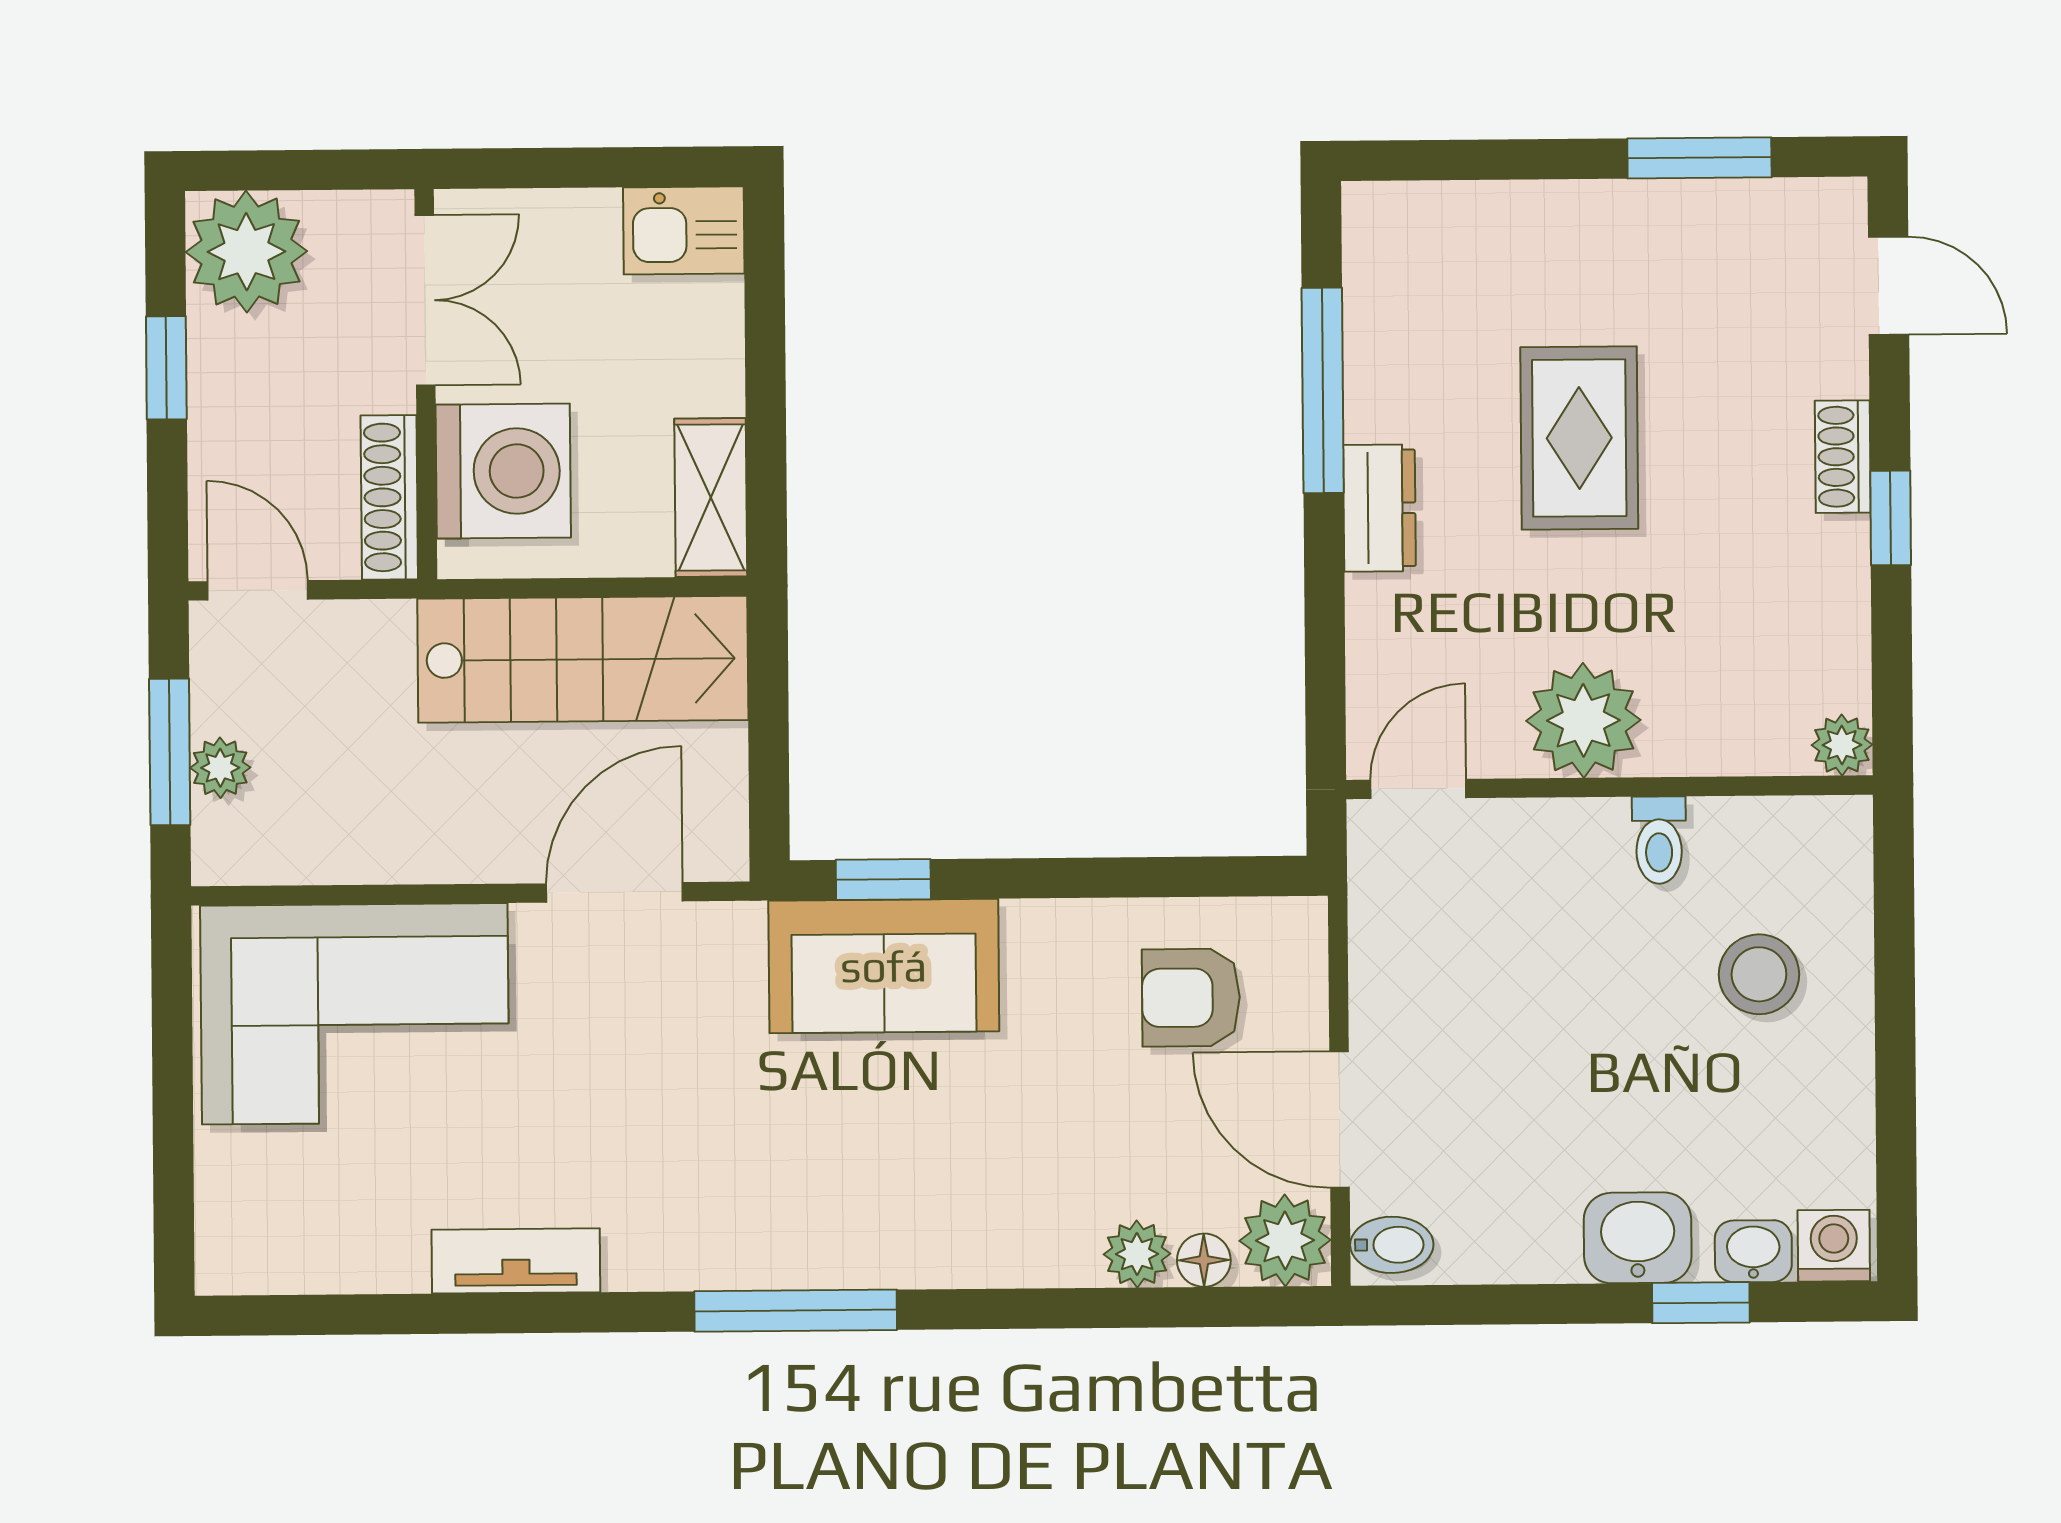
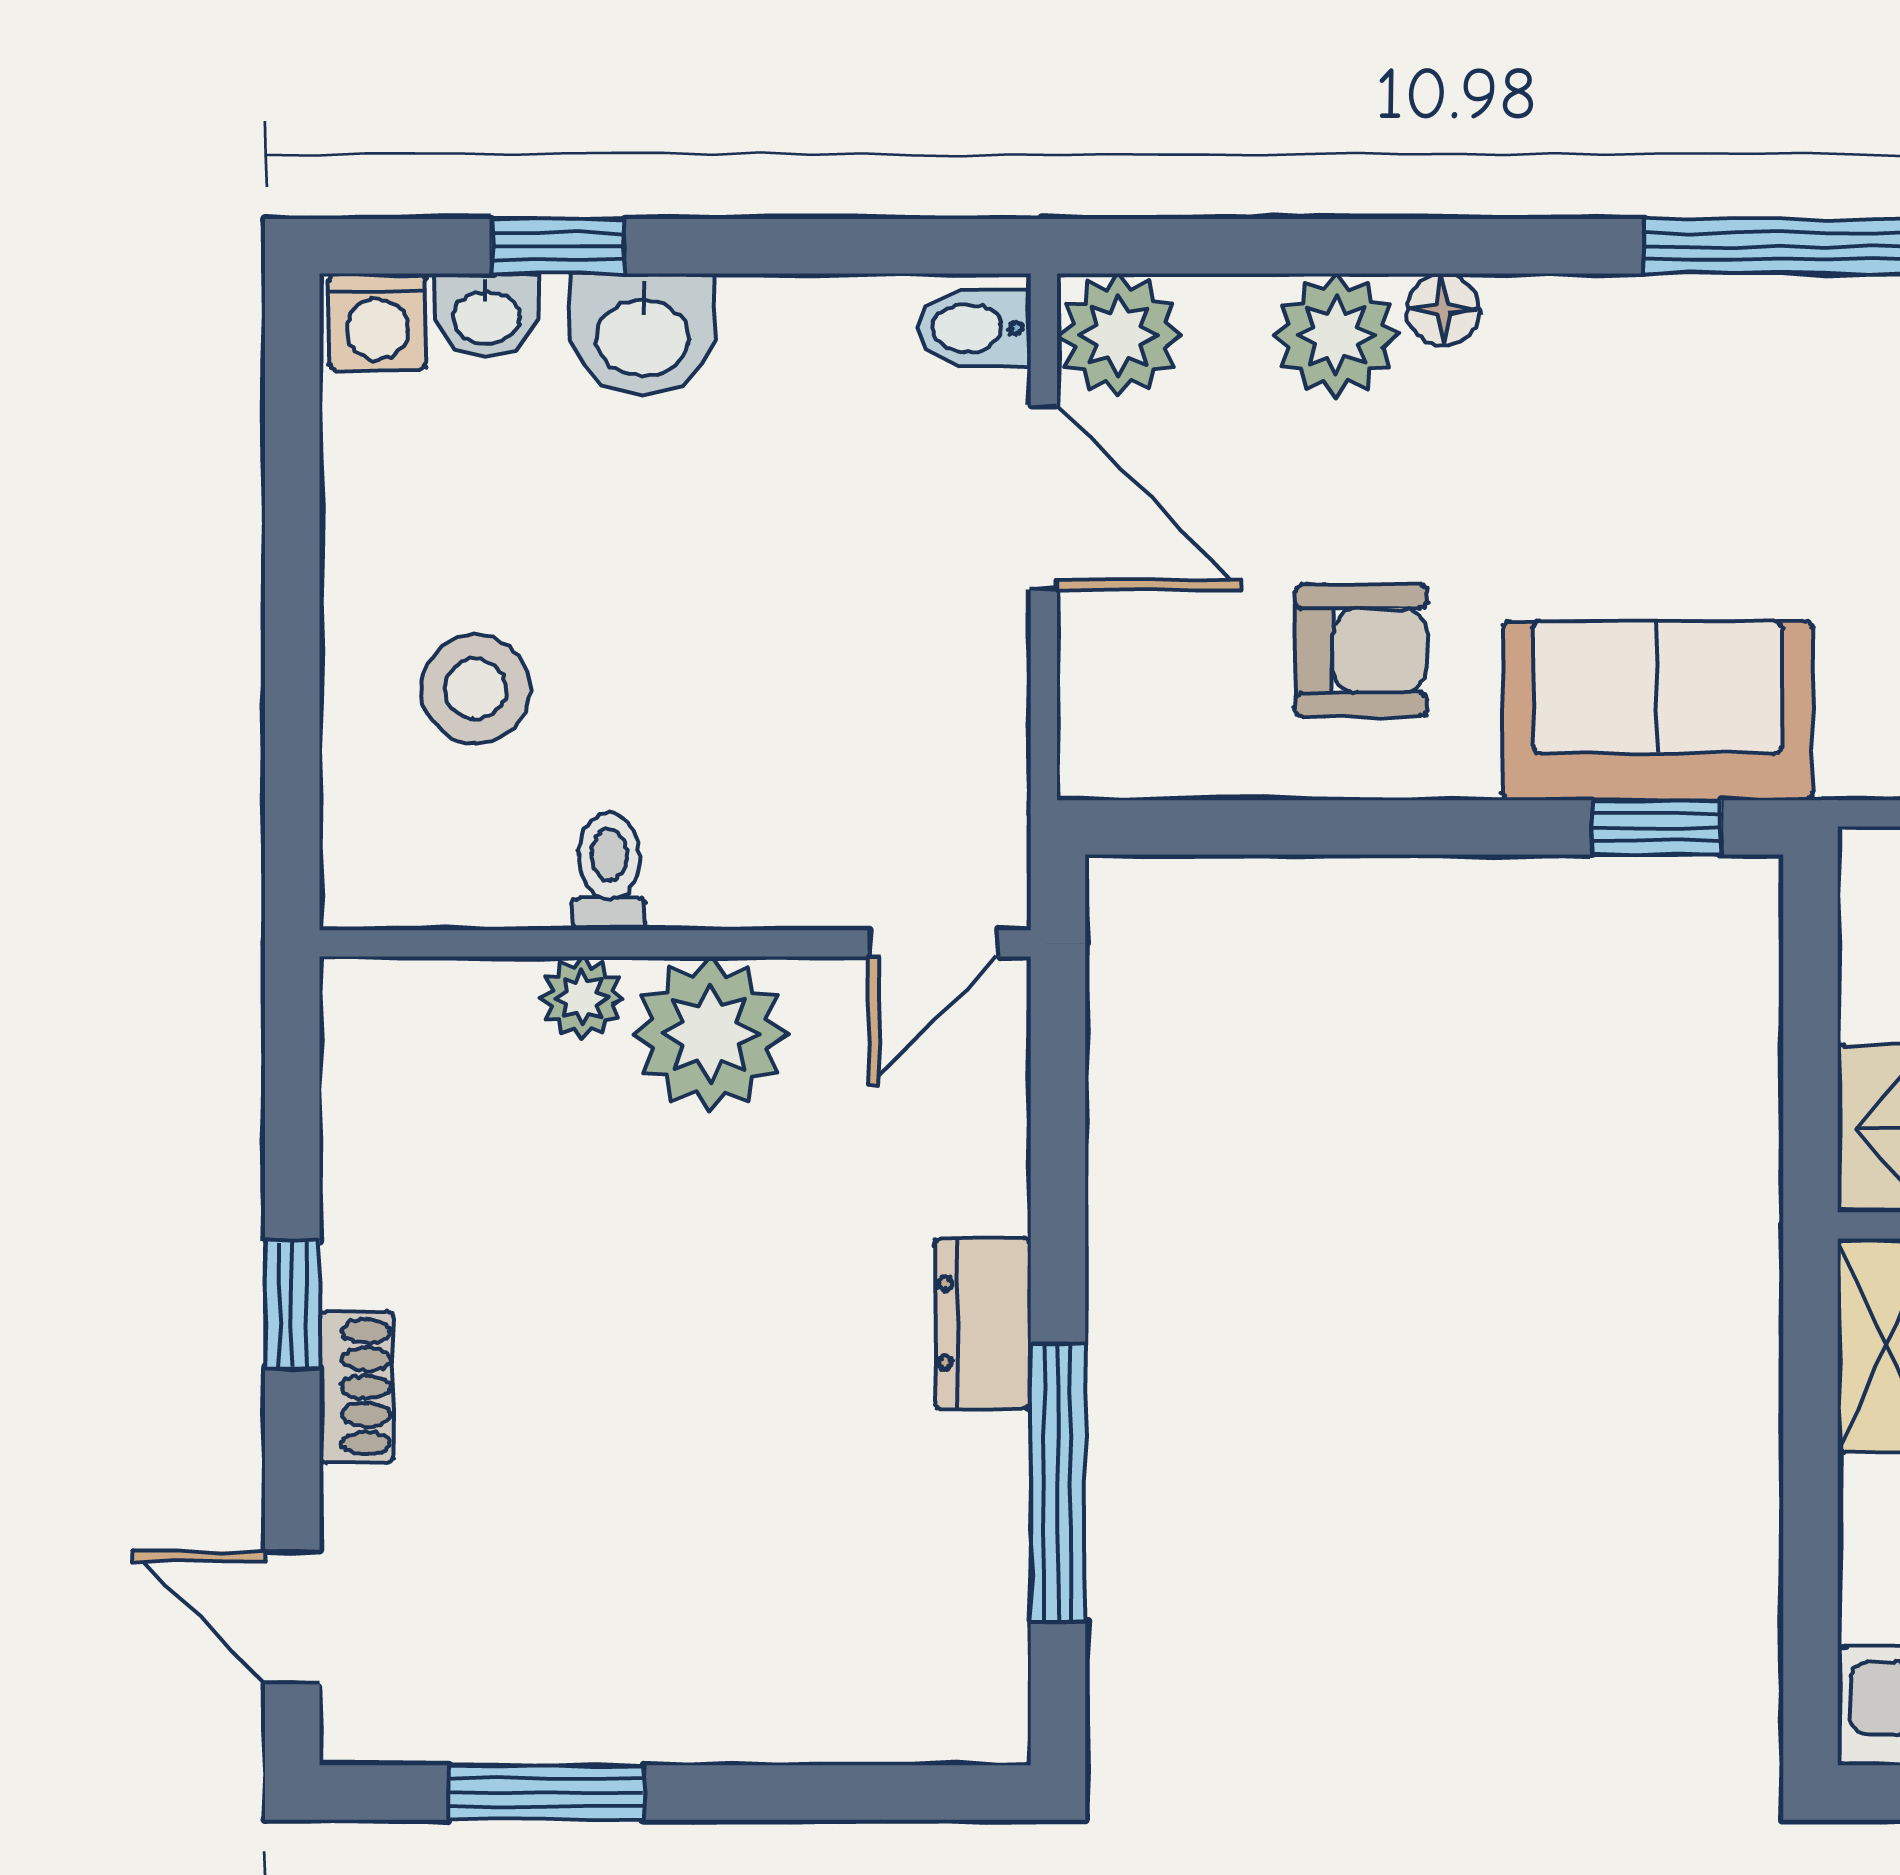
rug: (1579, 438) -> (712, 1415), removed
plant: (1842, 745) -> (582, 998), moved
armchair: (1191, 998) -> (1361, 651), moved
plant: (1137, 1254) -> (1336, 336), width x1.38, depth x1.38
floor lamp: (1204, 1260) -> (1443, 309), moved

